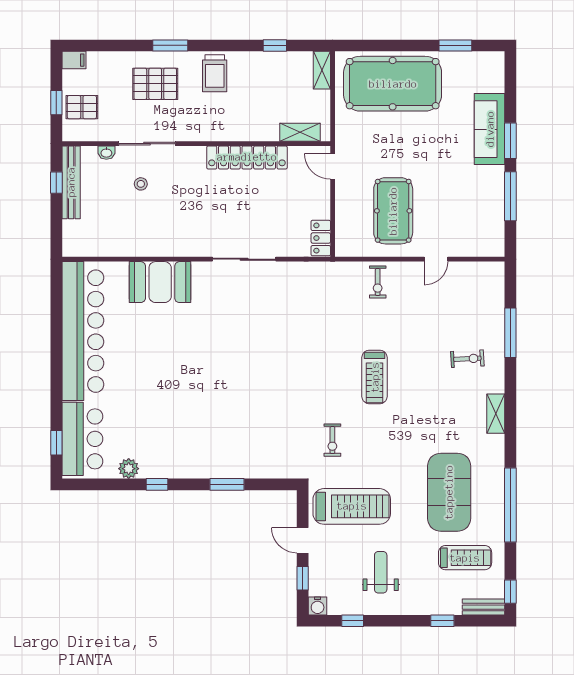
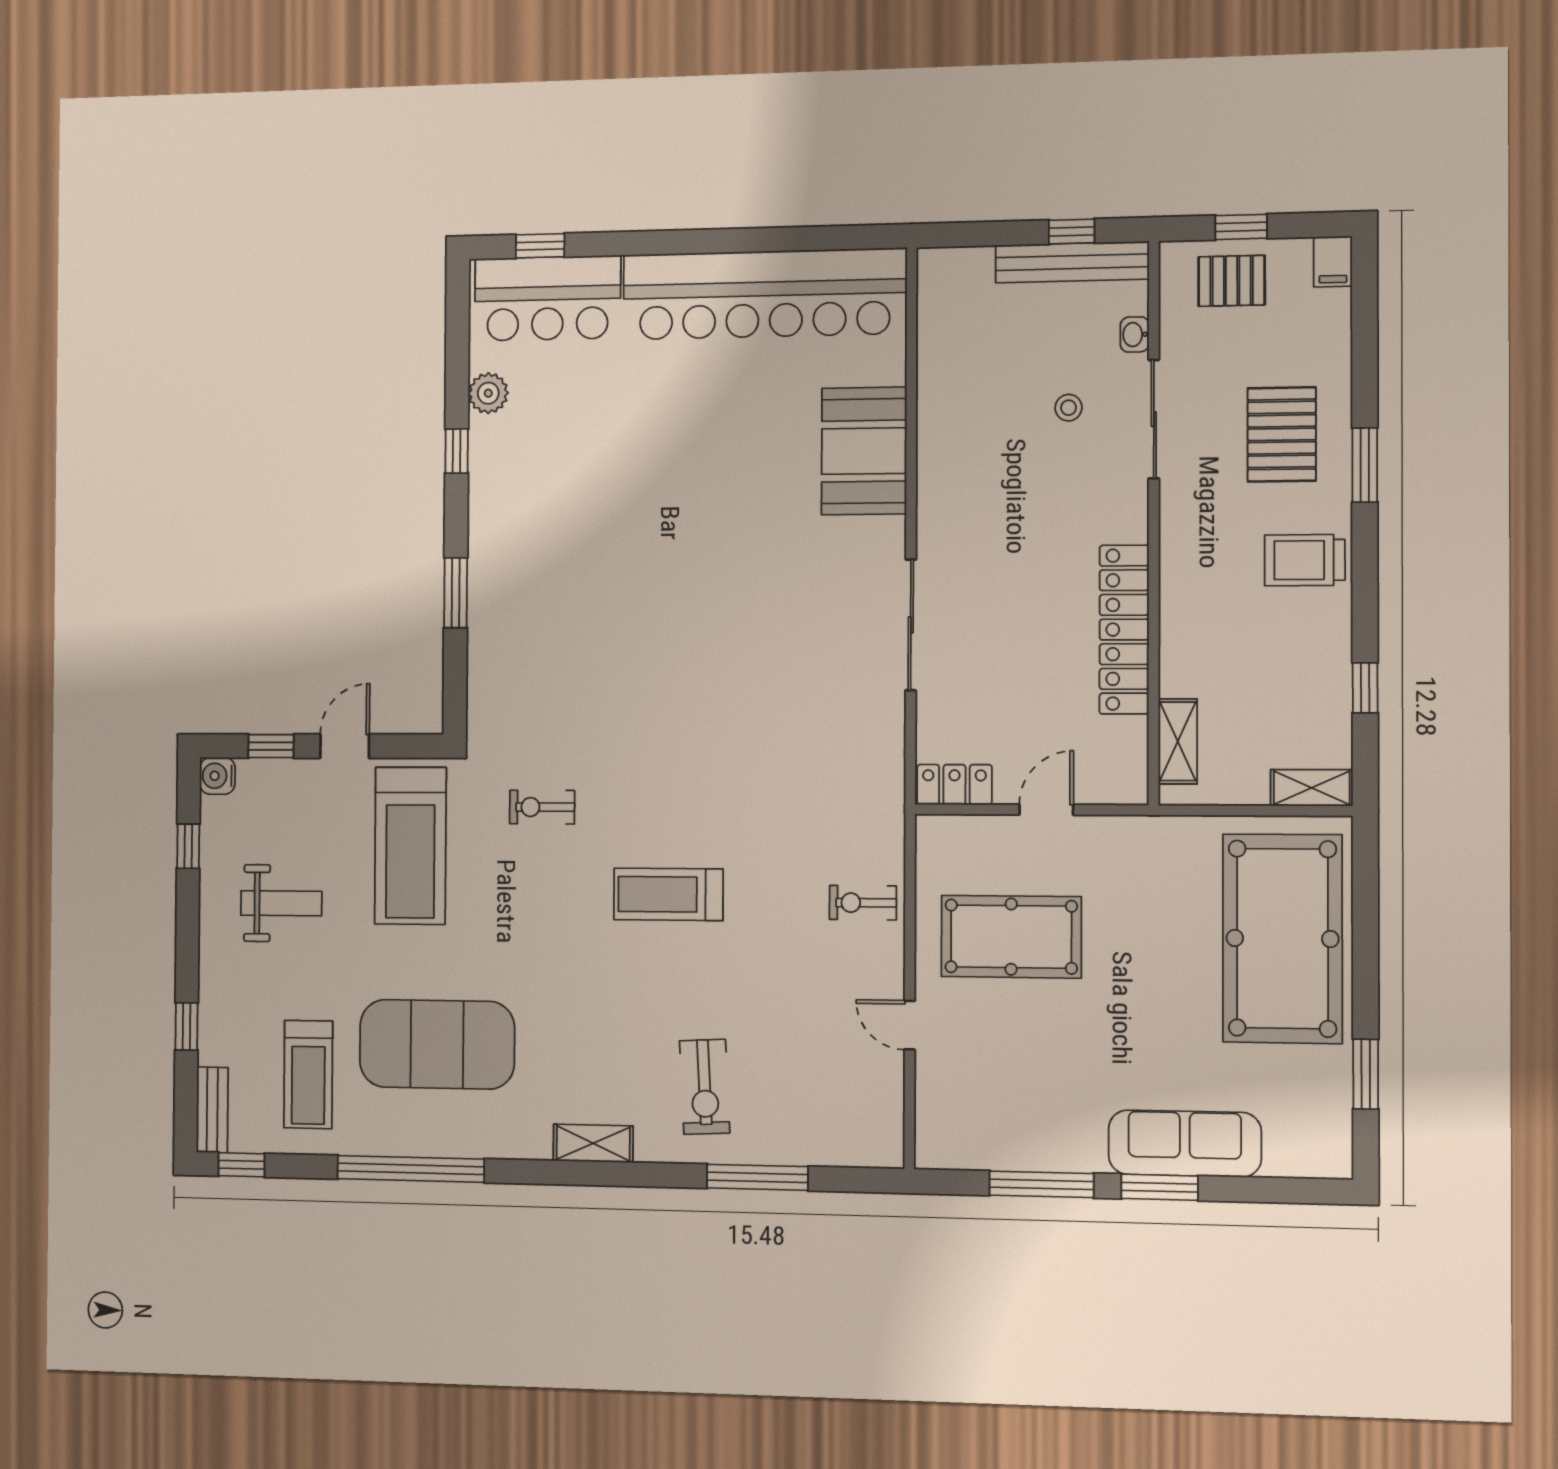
pallet: (82, 107) -> (1232, 281), turned 90
door: (333, 166) -> (1046, 810), moved
exercise bike: (467, 359) -> (705, 1087), width x1.38, depth x1.39

